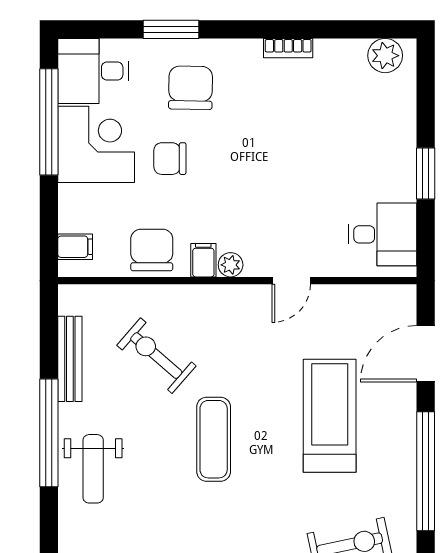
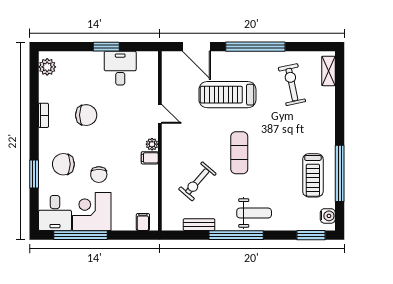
desk: (383, 234) -> (120, 68), moved
chair: (152, 250) -> (86, 115), moved, turned 180
bench: (70, 359) -> (199, 225), width x0.73
exercise mat: (214, 439) -> (239, 153), turned 90

